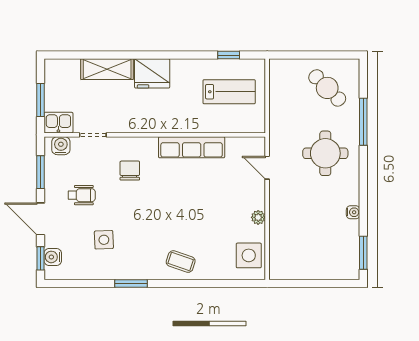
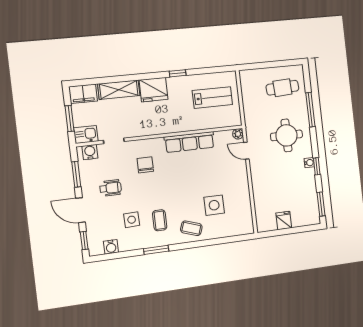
window: (229, 55) -> (178, 73), moved
filing cabinet: (61, 70) -> (83, 94), added
cafe table: (327, 88) -> (282, 88), turned -48
window: (363, 200) -> (317, 166), added
water cooler: (353, 212) -> (309, 163), moved
plant: (258, 217) -> (238, 134), moved
coffee table: (140, 245) -> (160, 220), added
side table: (249, 255) -> (214, 205), moved
water cooler: (53, 257) -> (111, 247), moved, turned -90
fridge: (308, 268) -> (284, 220), added

